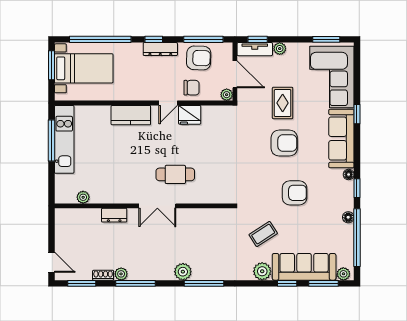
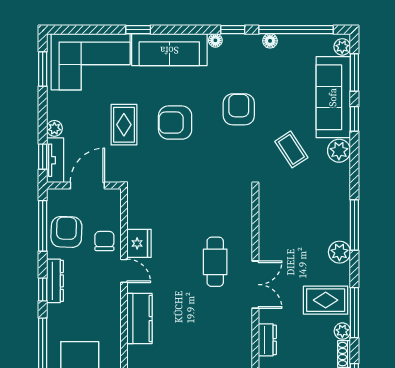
plant: (227, 95) -> (113, 196), removed
rug: (283, 103) -> (124, 125), turned 90
armchair: (284, 143) -> (175, 123), turned -90
rug: (145, 261) -> (326, 300), added

